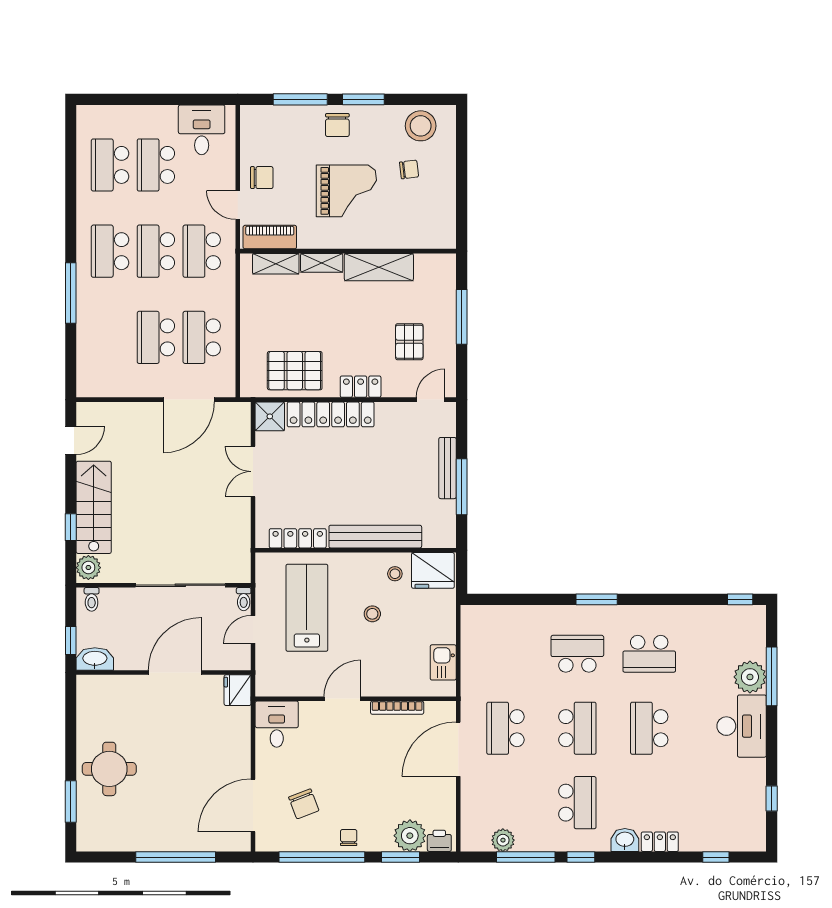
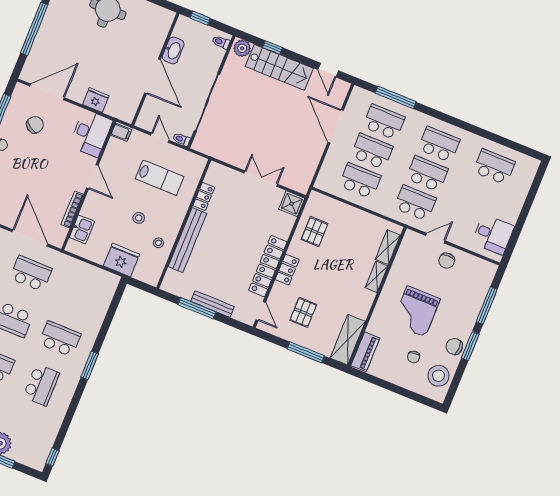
chair: (337, 125) -> (454, 346), moved
school desk: (156, 165) -> (384, 122), moved
piano: (270, 237) -> (365, 352), moved
shelving: (379, 267) -> (348, 340), moved
window: (71, 293) -> (396, 97), moved
pallet: (409, 342) -> (303, 312), turned 90
pallet: (295, 371) -> (315, 232), width x0.67, depth x0.71
door: (189, 400) -> (336, 126), moved
locker: (331, 414) -> (268, 266), moved
locker: (298, 538) -> (204, 196), width x0.66
fridge: (433, 570) -> (122, 260), moved, turned 90
lab bench: (307, 608) -> (160, 178), width x0.73, depth x0.72
school desk: (577, 654) -> (60, 339), turned -90
school desk: (649, 654) -> (41, 385), turned 180
washbasin: (95, 659) -> (173, 50), moved
kitchen sink: (443, 662) -> (82, 229), moved, turned 90
filing cabinet: (267, 684) -> (121, 132), added
fridge: (238, 690) -> (96, 100), moved
desk: (277, 724) -> (91, 133), width x1.37
chair: (304, 804) -> (35, 125), turned 146
door: (253, 806) -> (47, 92), hinge flipped

